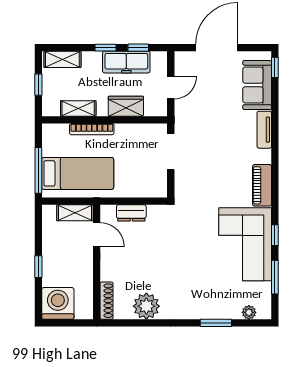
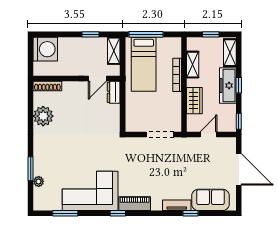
window: (138, 48) -> (239, 121), moved
freezer: (126, 62) -> (228, 86), moved
window: (275, 67) -> (190, 213), moved
door: (171, 88) -> (208, 135), swing flipped
shelving: (75, 213) -> (114, 51), moved
dresser: (131, 213) -> (114, 92), moved
window: (275, 235) -> (118, 213), moved
window: (38, 267) -> (90, 34), moved
plant: (249, 312) -> (39, 181), moved

